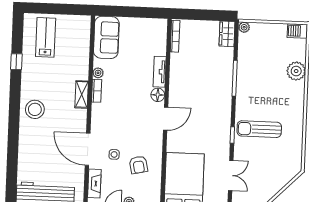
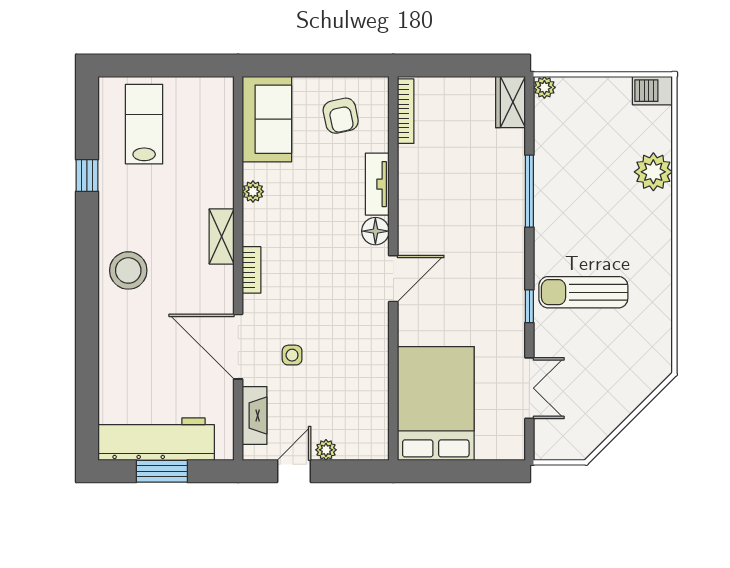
bookcase: (97, 91) -> (251, 270), moved
armchair: (138, 165) -> (341, 116), moved

